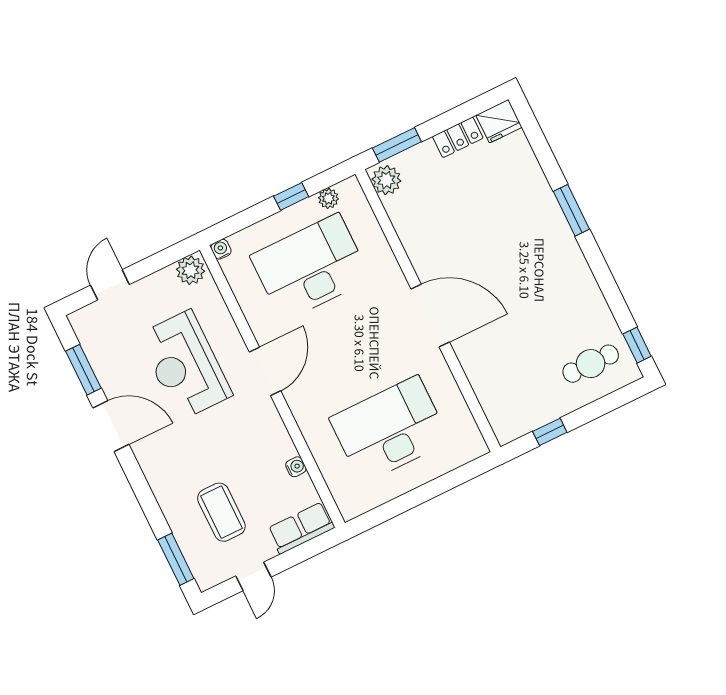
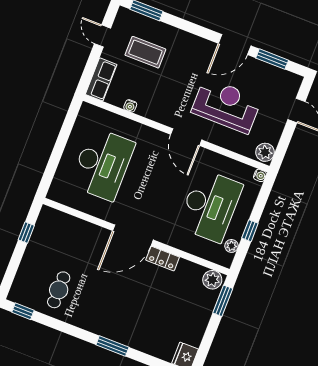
locker: (458, 137) -> (163, 259), moved, turned -90
cafe table: (591, 364) -> (59, 290), moved

